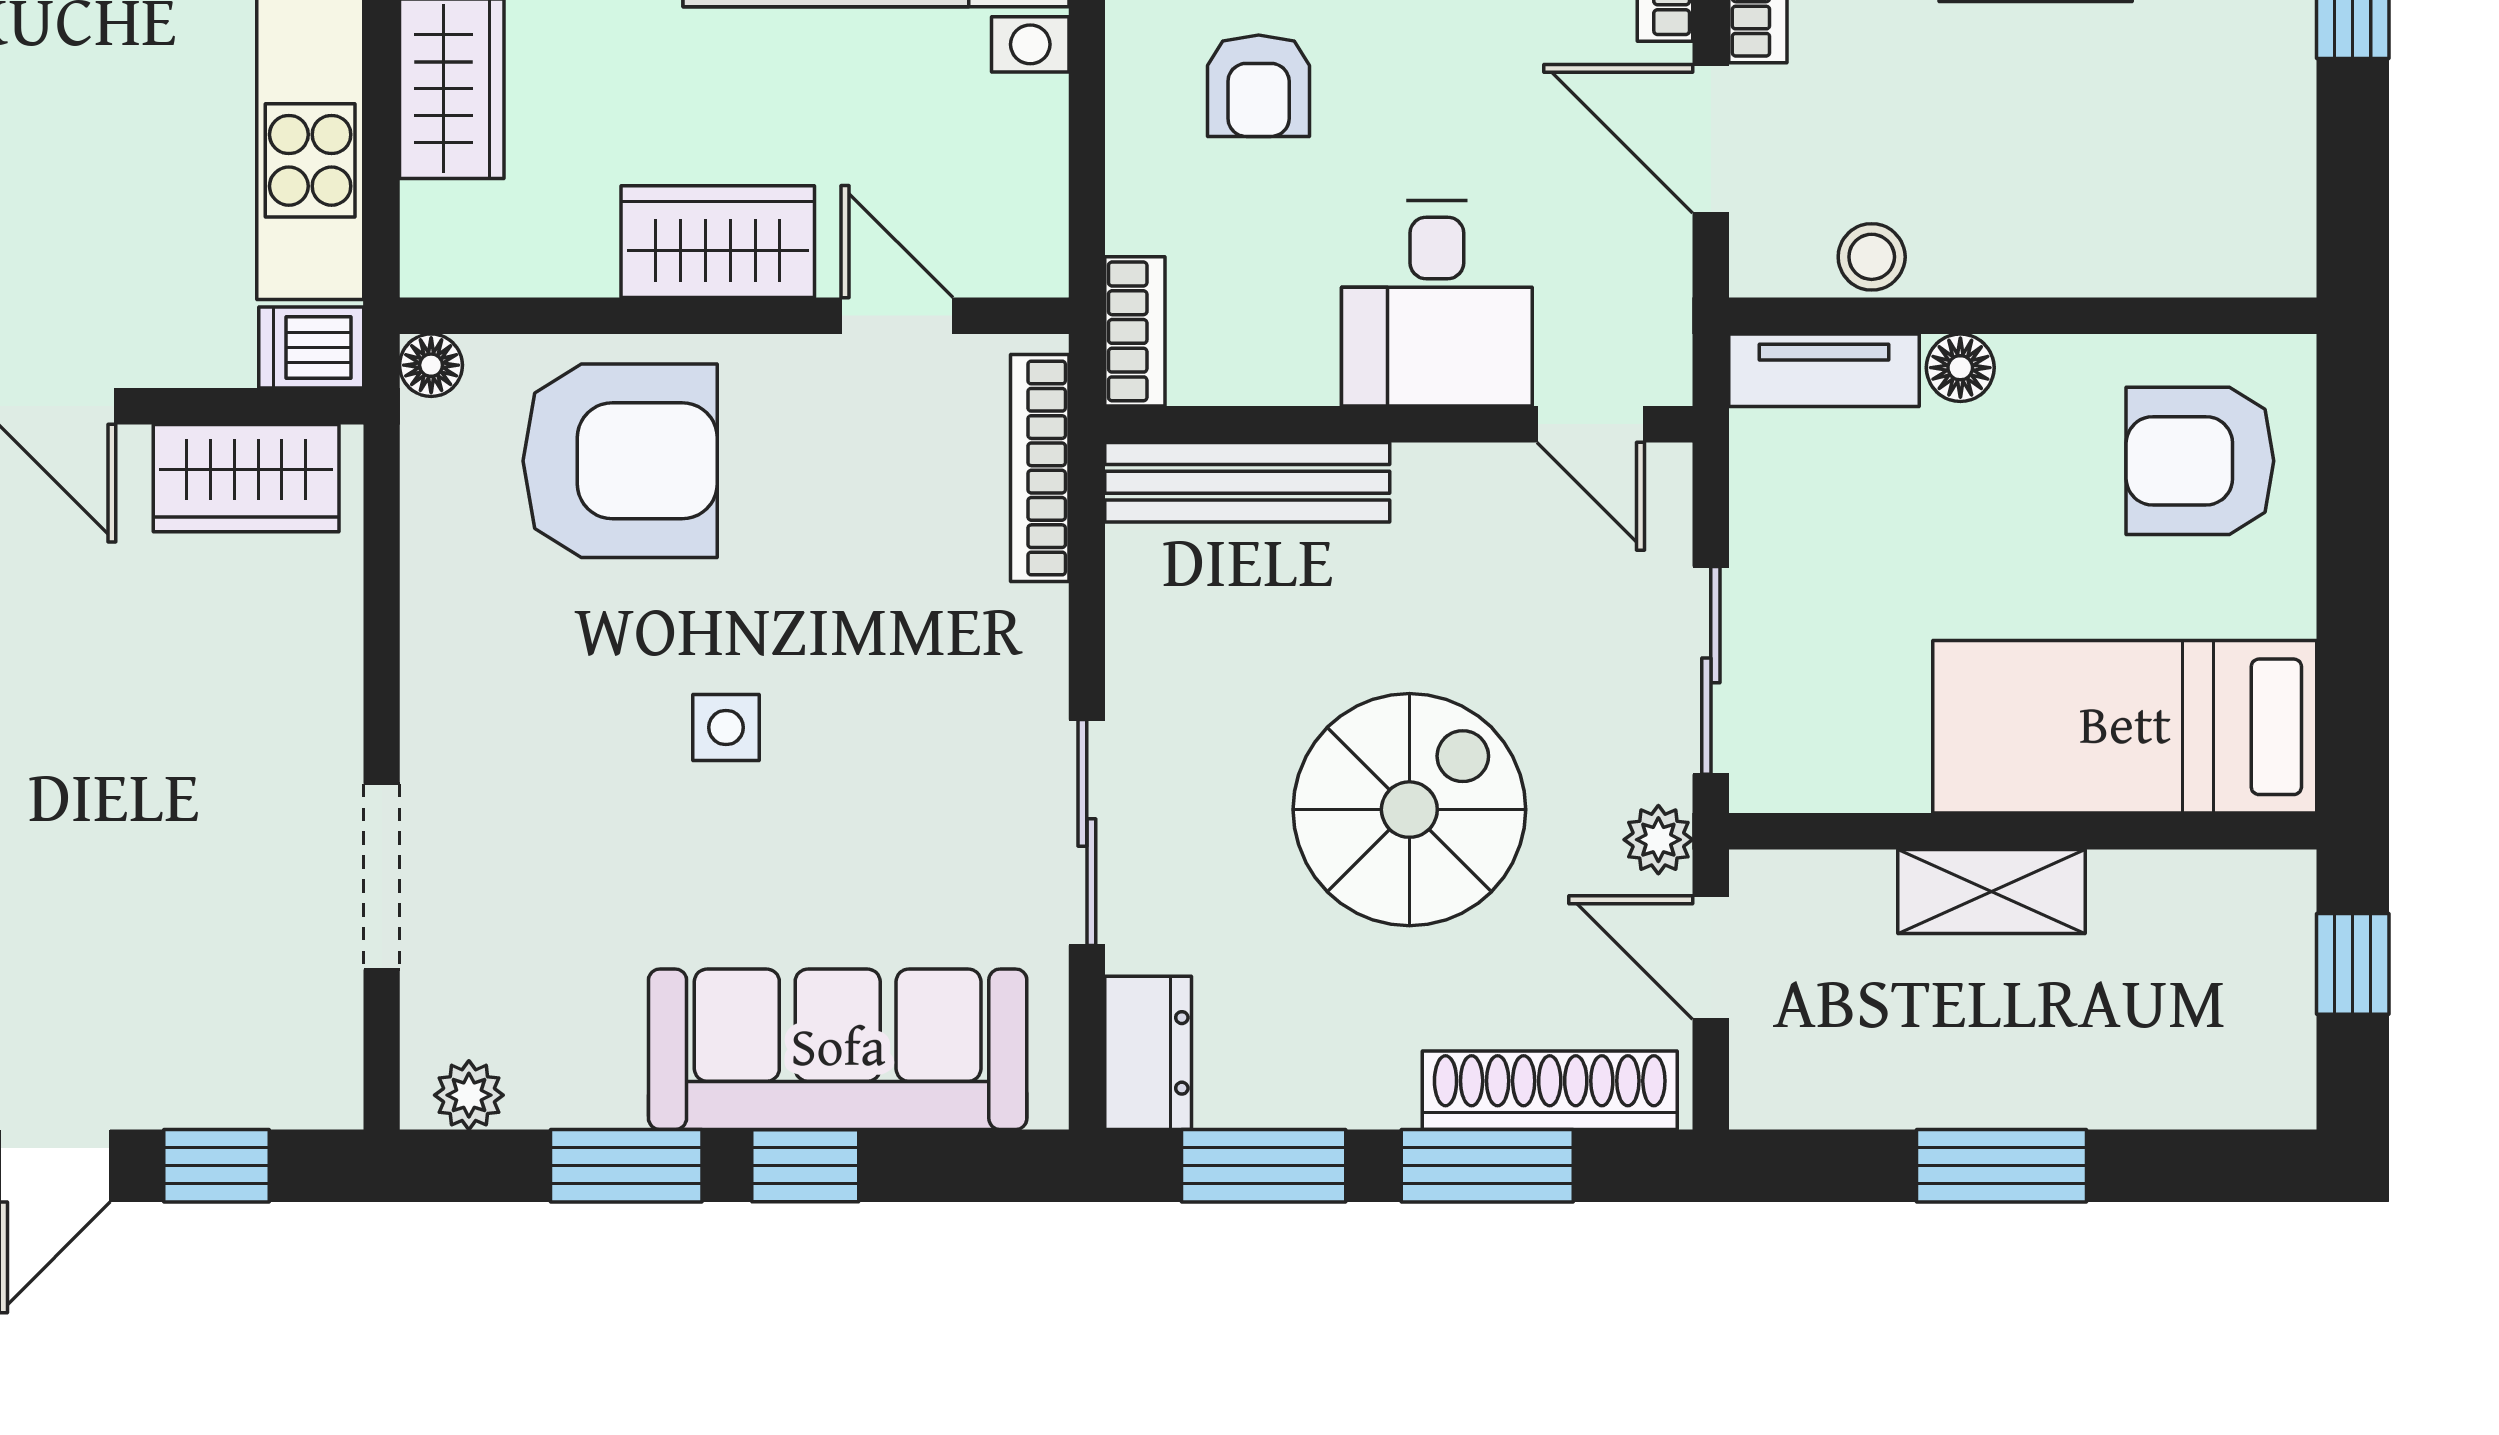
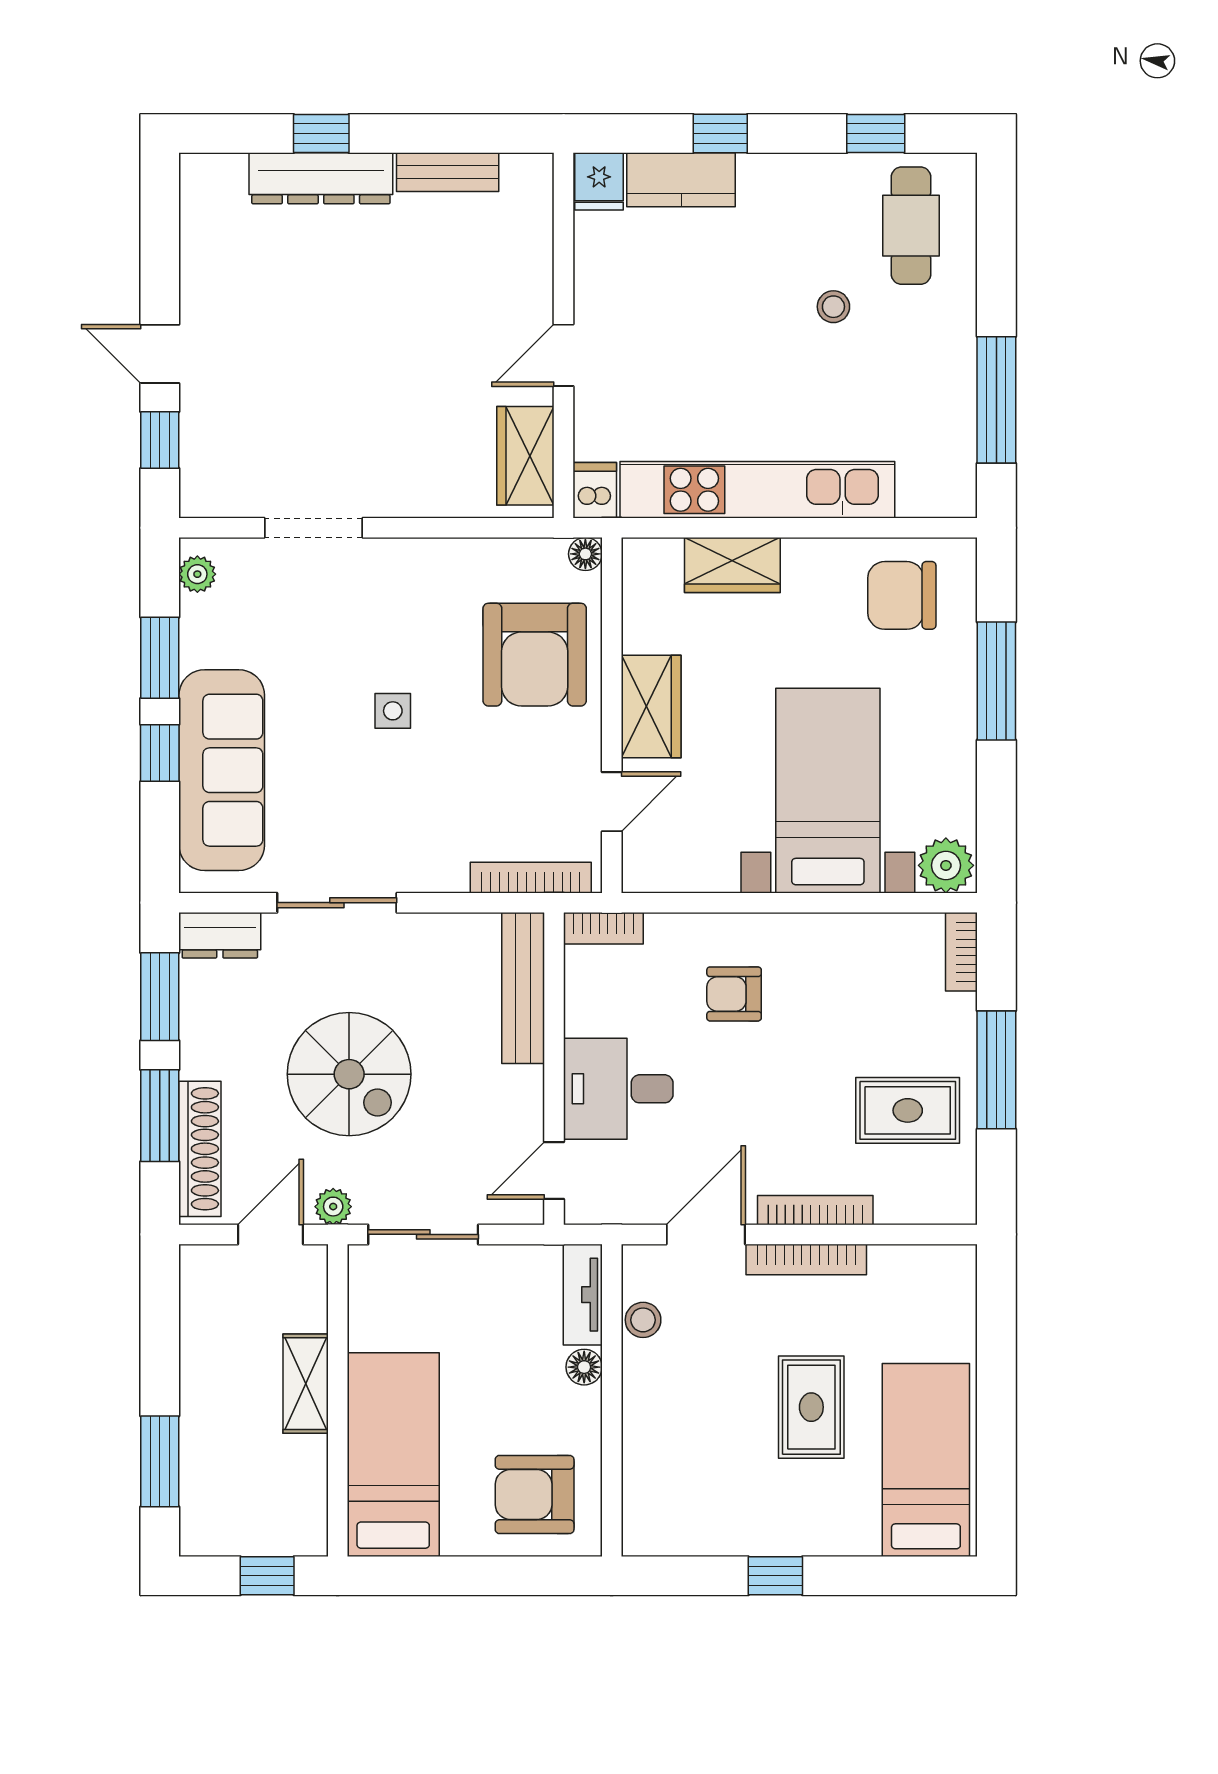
armchair: (2200, 461) -> (535, 1495), turned -90
window: (2001, 1166) -> (160, 1461), moved

